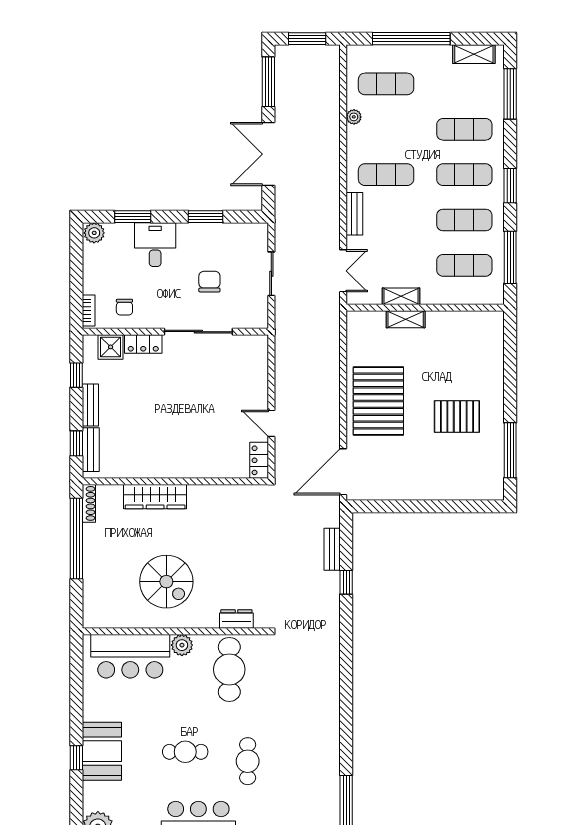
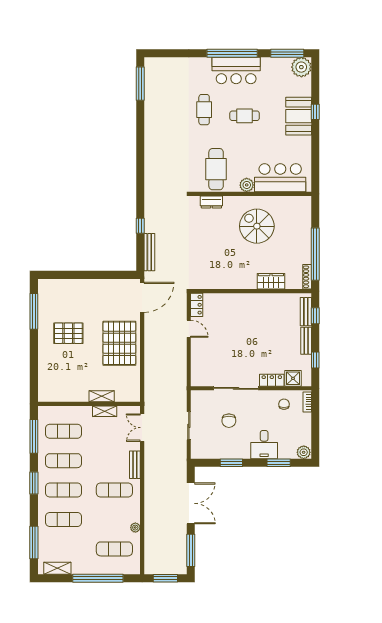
wardrobe: (155, 497) -> (271, 281), width x0.67
bench: (332, 549) -> (149, 252), width x1.36

